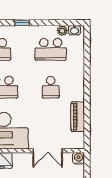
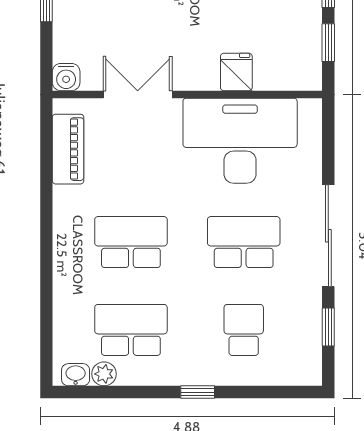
school desk: (51, 87) -> (131, 242), width x1.85
piano: (78, 117) -> (68, 149), moved

